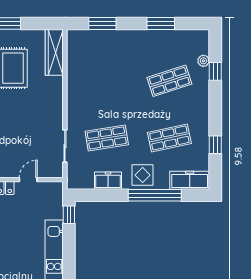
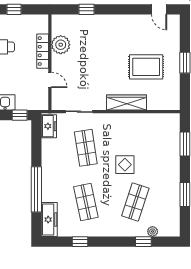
wardrobe: (54, 52) -> (127, 102), moved
shop shelf: (169, 81) -> (135, 202), turned 36
display table: (143, 175) -> (125, 165), moved
freezer: (108, 181) -> (49, 126), moved

